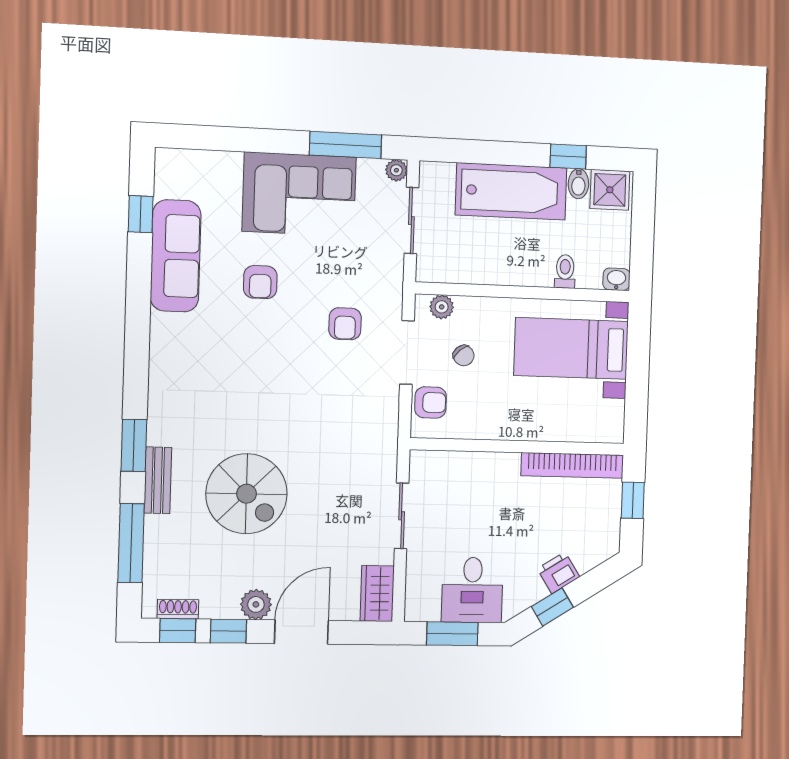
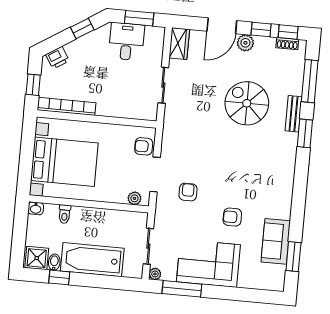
window: (141, 214) -> (293, 257), width x1.50
sofa: (176, 256) -> (276, 241), width x0.73
armchair: (260, 282) -> (232, 217), turned -90
bed with nightstands: (571, 348) -> (64, 162), width x1.36
chair: (464, 356) -> (124, 171), removed
printer: (558, 573) -> (57, 58), moved

